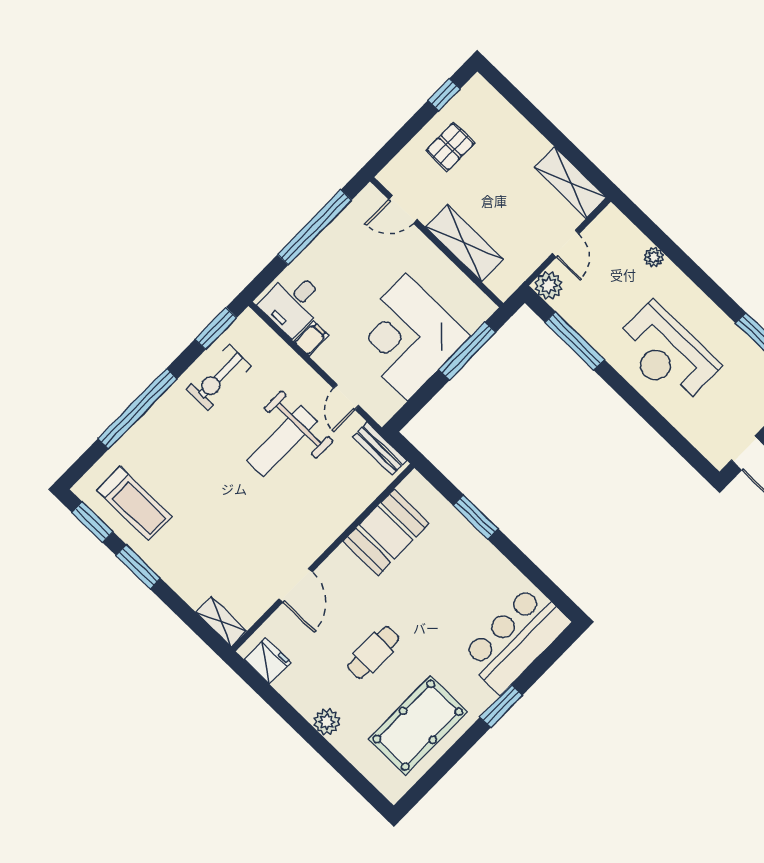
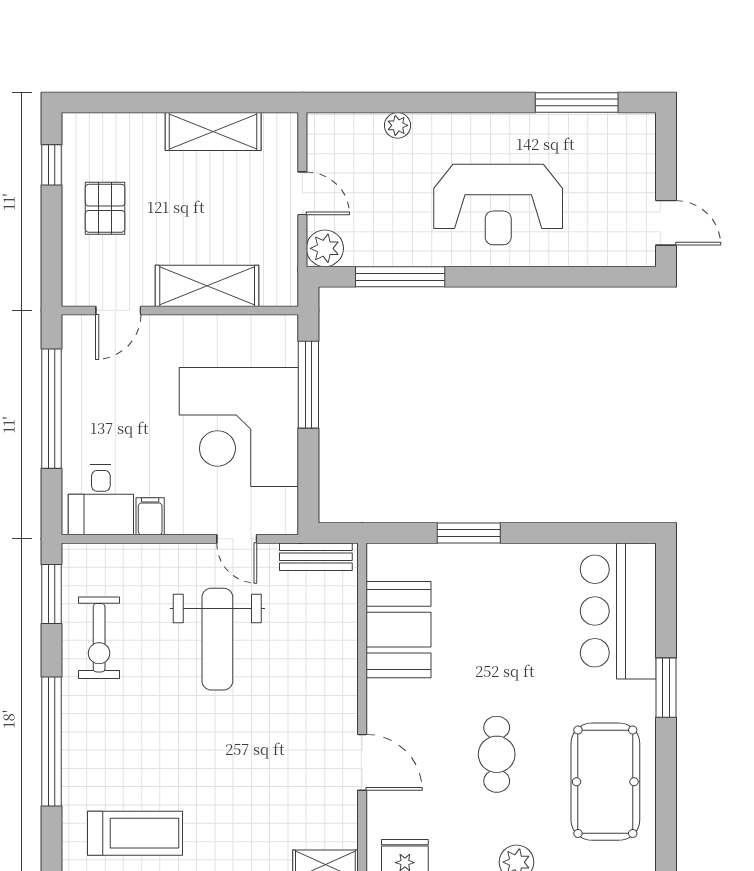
shelving: (570, 182) -> (213, 132), moved

